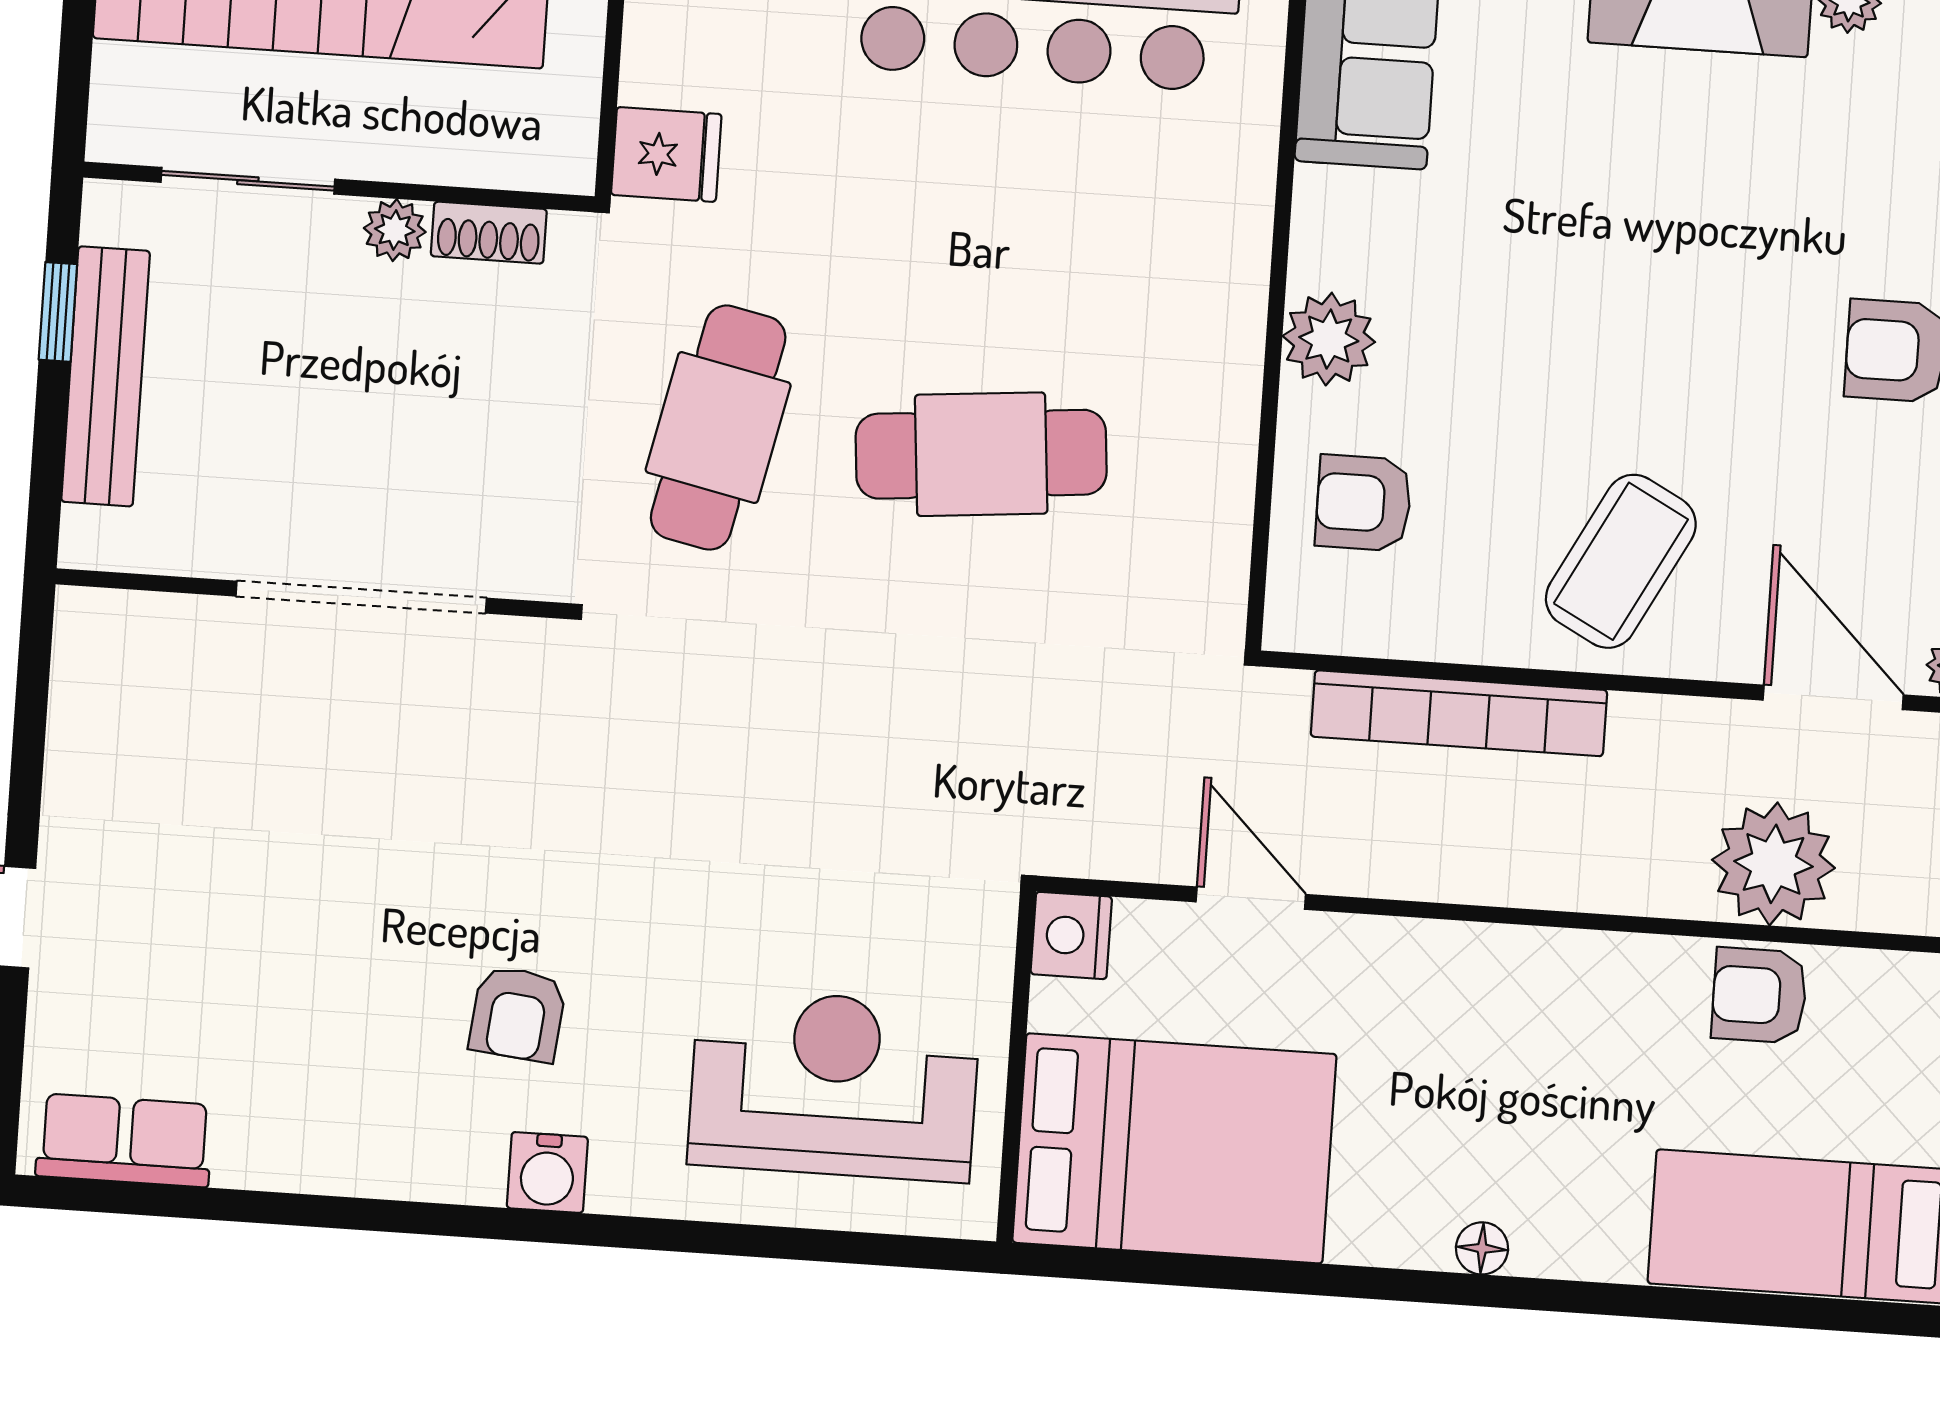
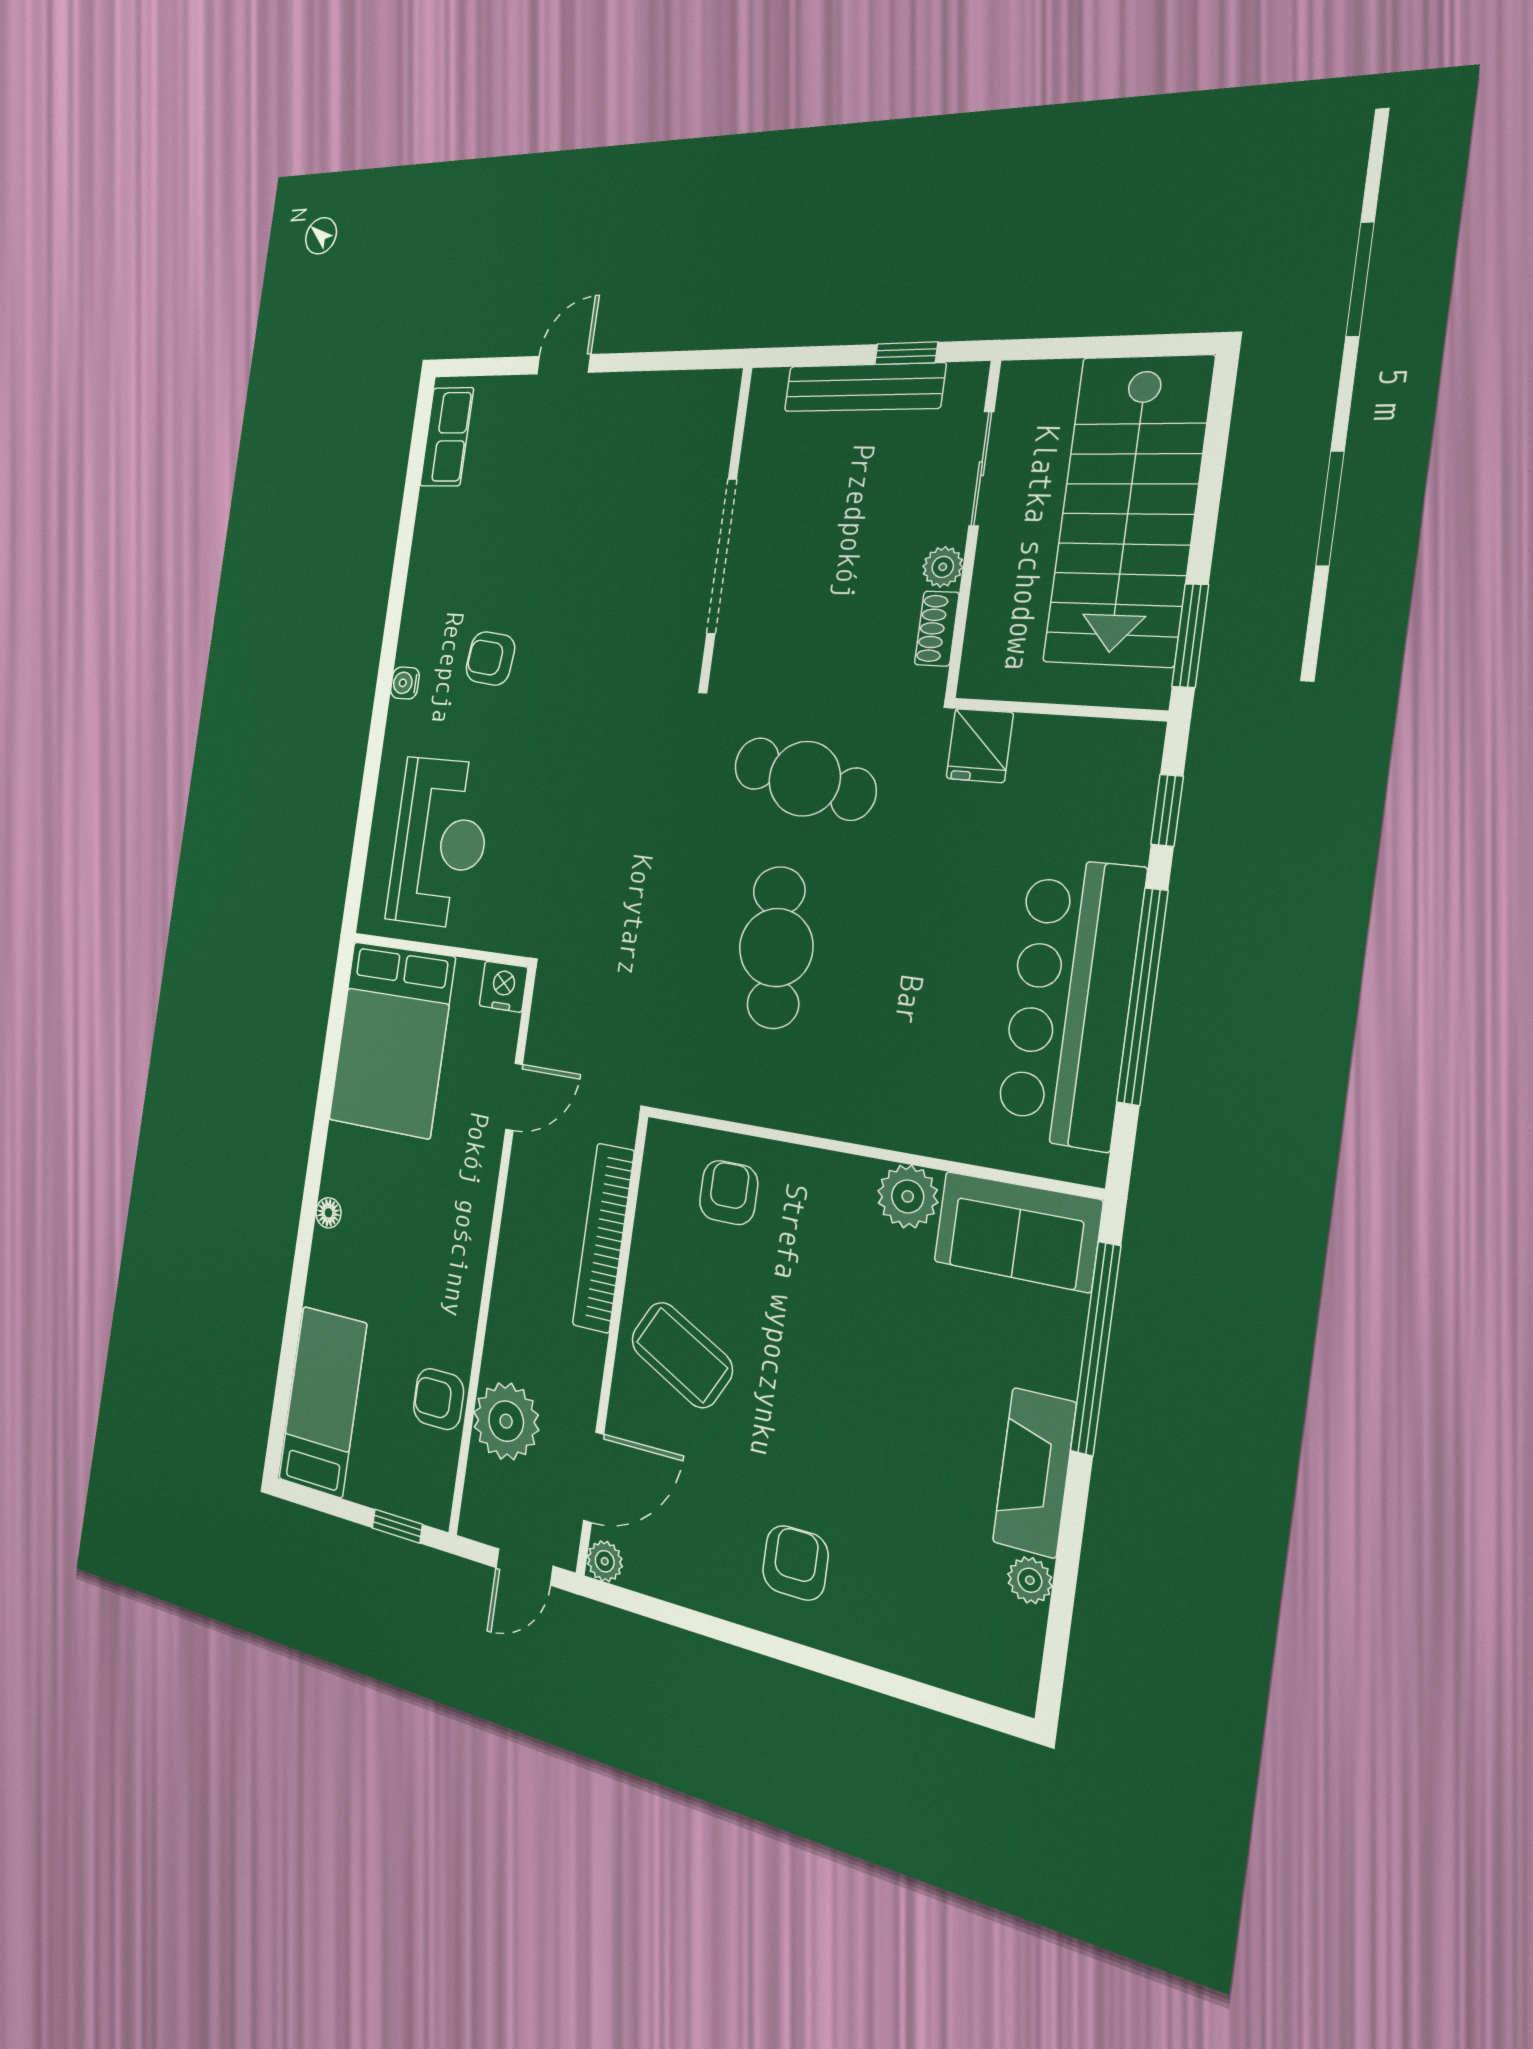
plant: (1329, 339) -> (908, 1196), moved
armchair: (1759, 995) -> (439, 1399), turned -90
water cooler: (547, 1172) -> (405, 683), width x0.72, depth x0.72

